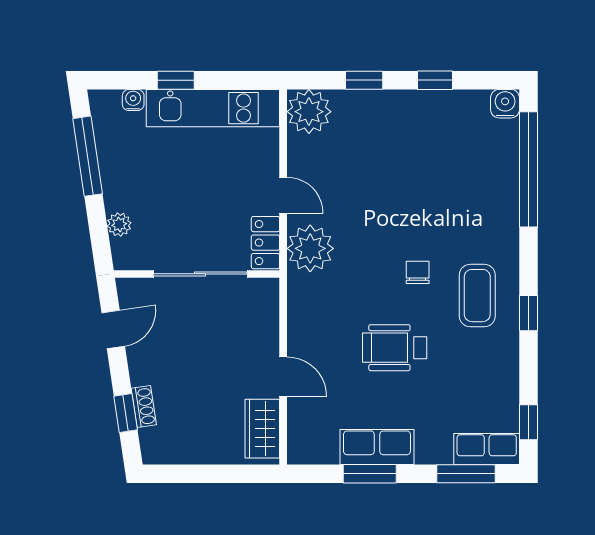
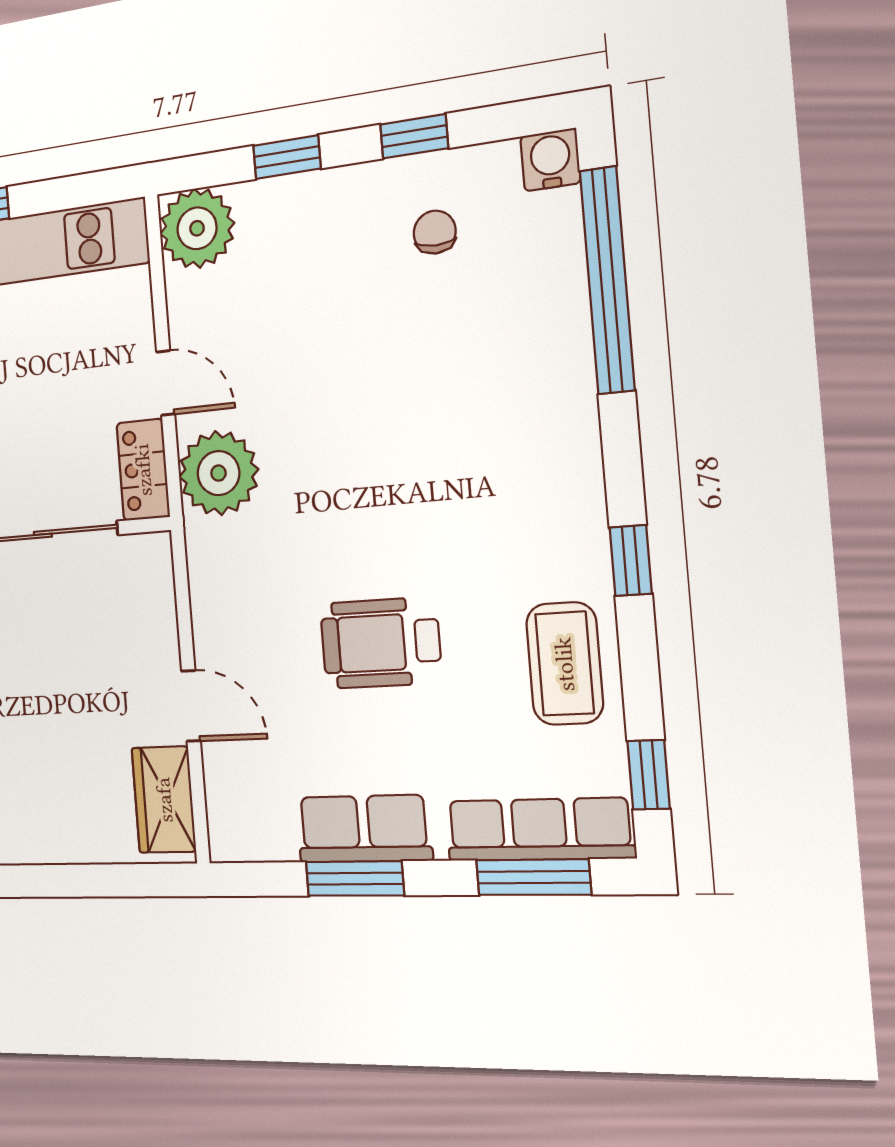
chair: (418, 272) -> (435, 232), moved
coffee table: (477, 296) -> (564, 664), moved
row of seats: (487, 449) -> (539, 829), width x1.48

